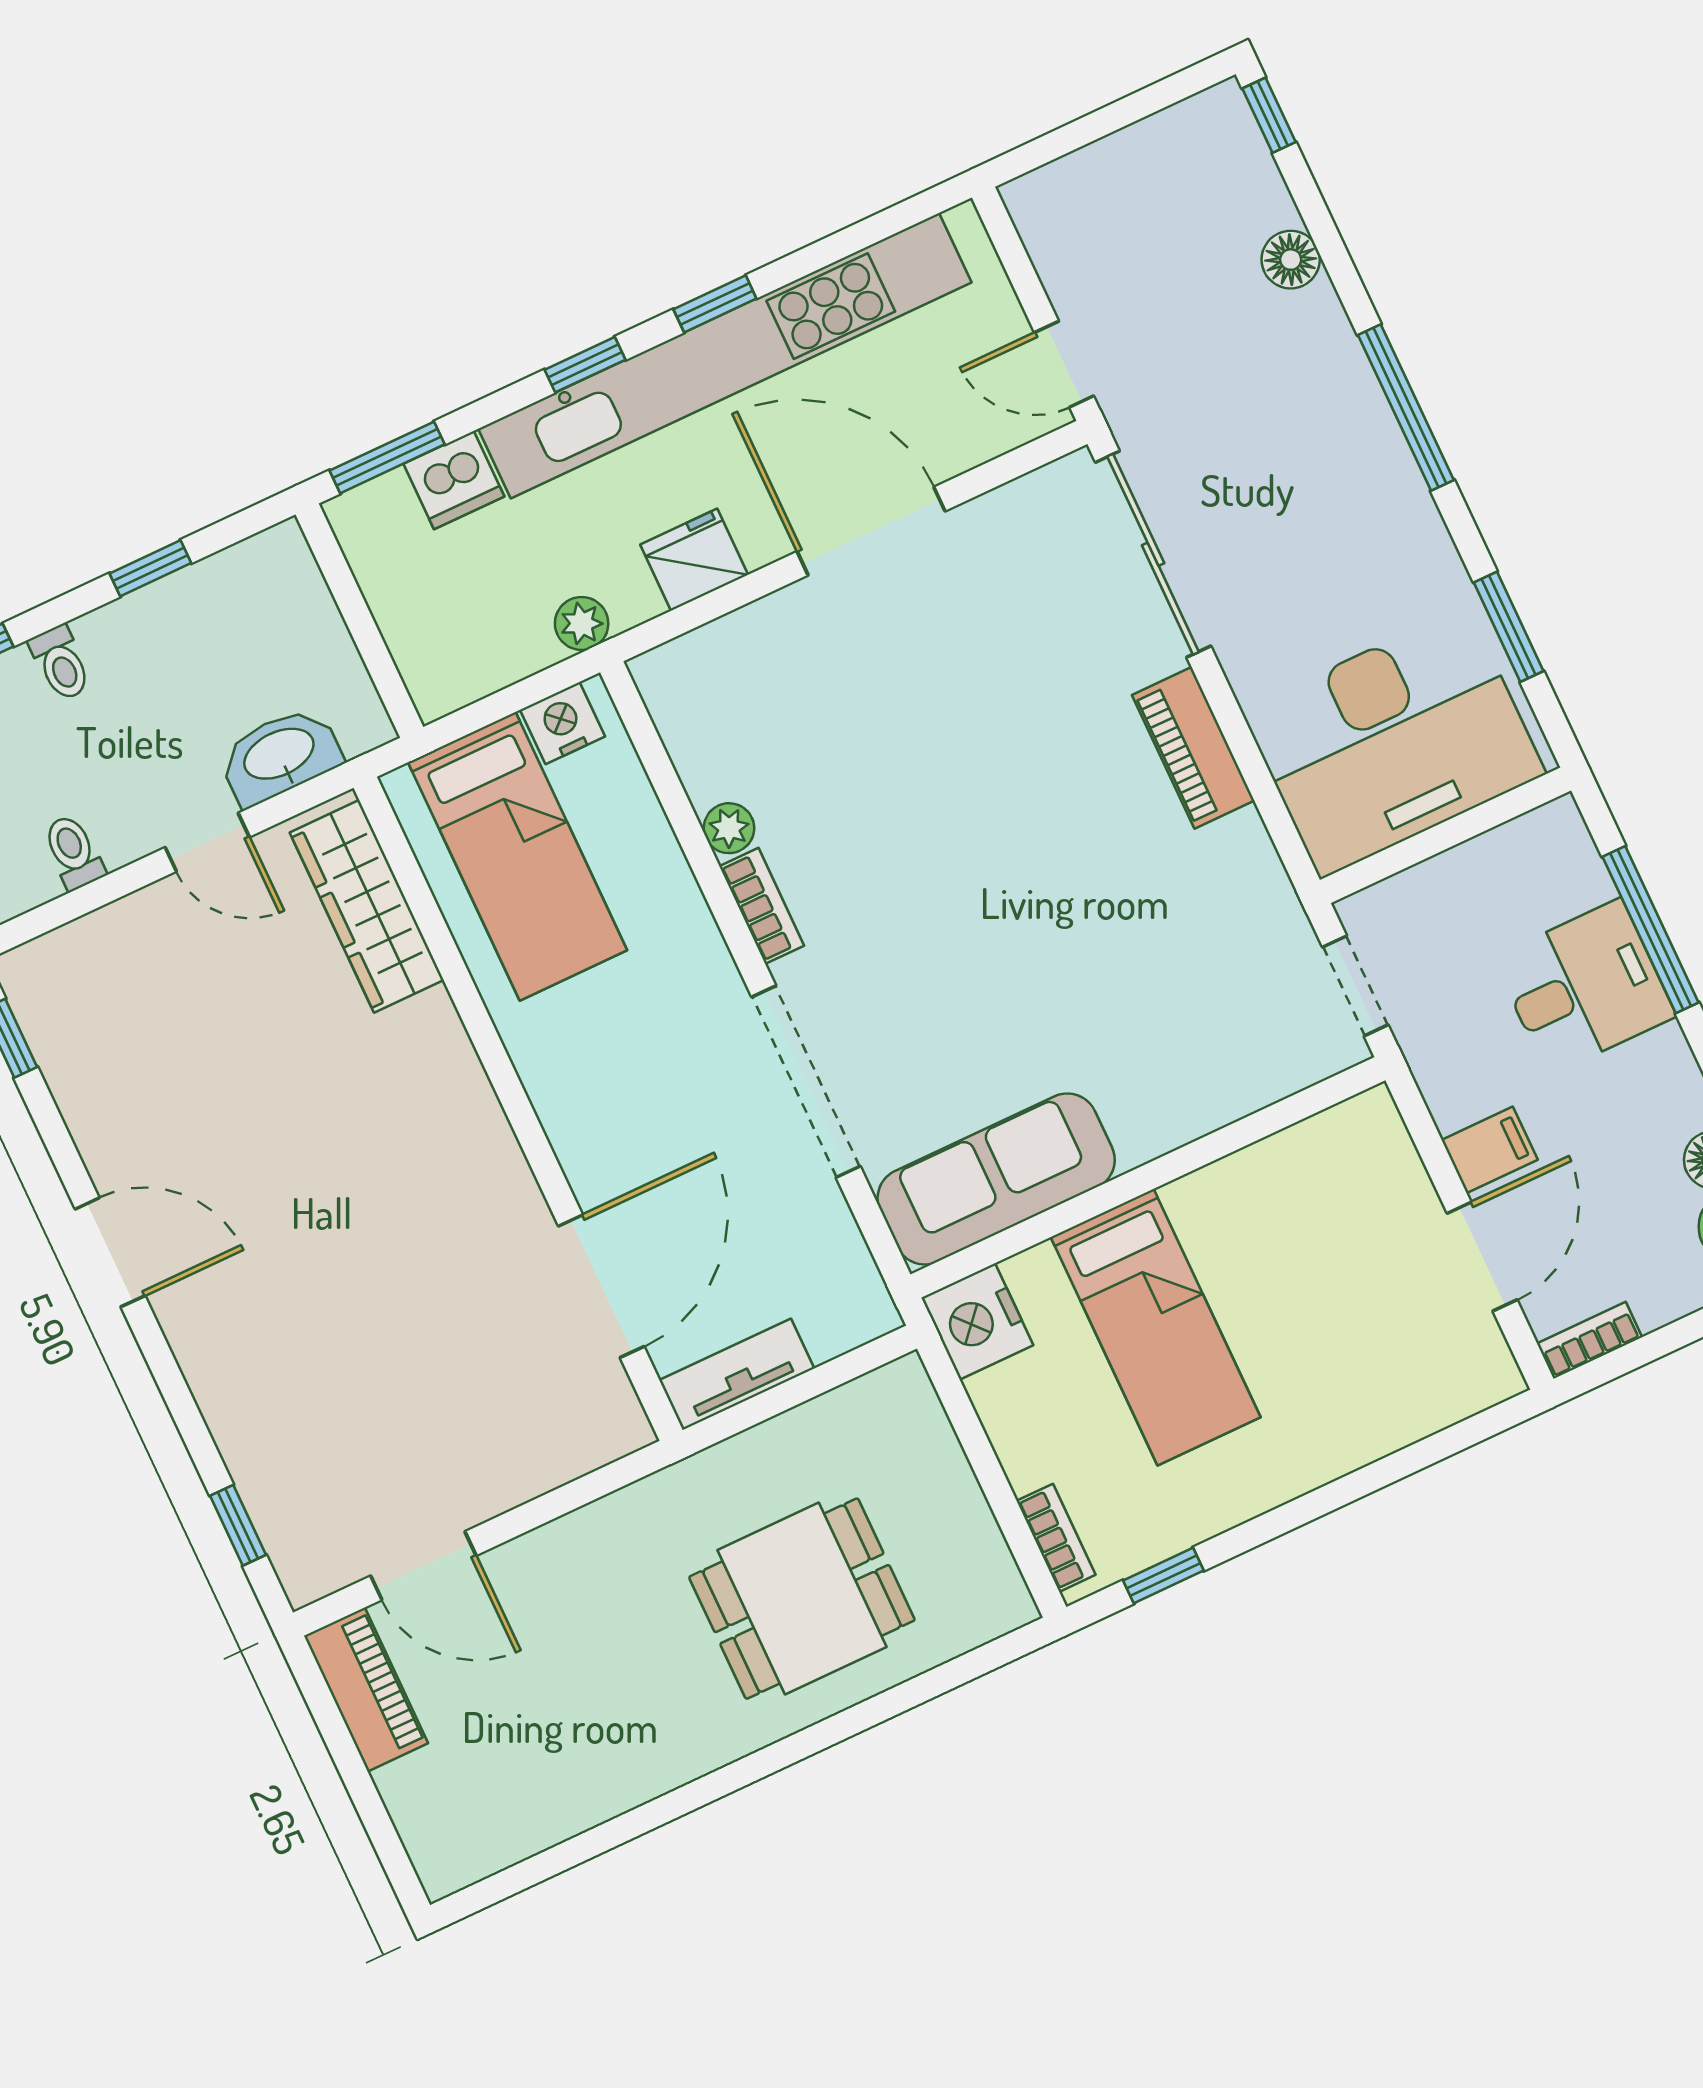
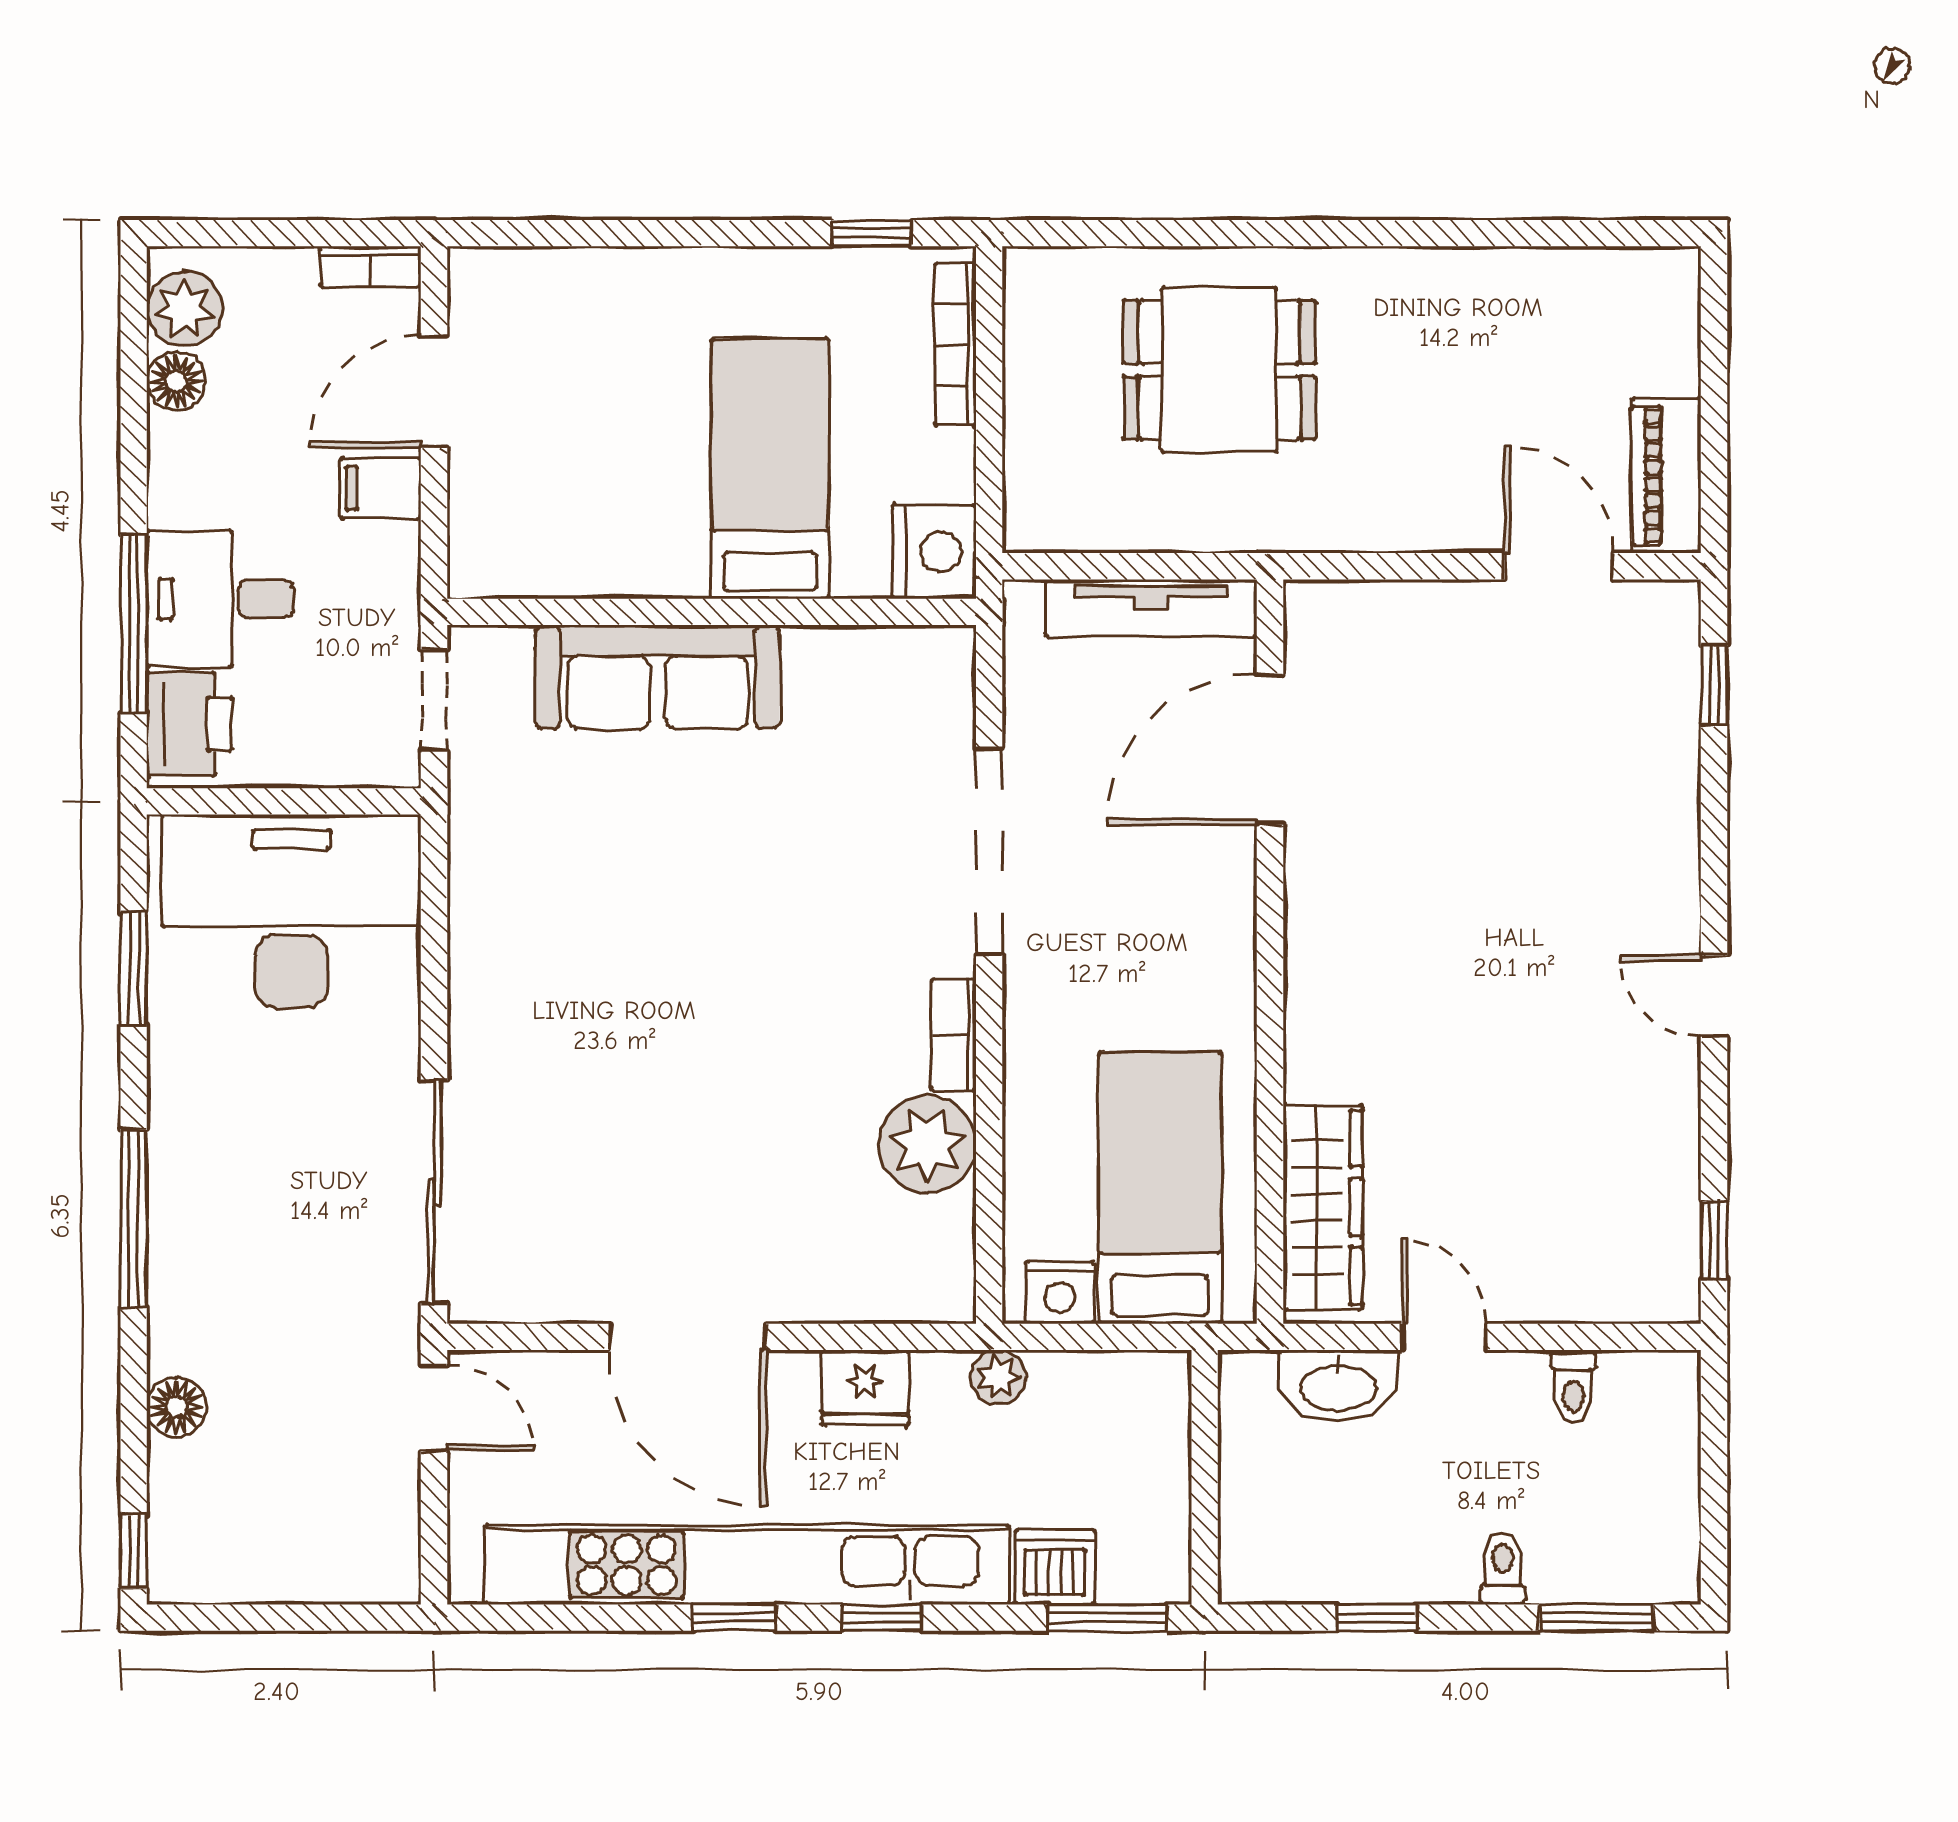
piano: (1193, 748) -> (481, 994), removed
plant: (729, 828) -> (928, 1144), width x1.88, depth x1.88
printer: (1560, 864) -> (190, 724), added
sofa: (996, 1179) -> (658, 677), moved
door: (110, 1252) -> (1714, 996), width x0.73
tv unit: (737, 1374) -> (1151, 608), width x1.41
bookcase: (1056, 1538) -> (955, 345), width x1.56

